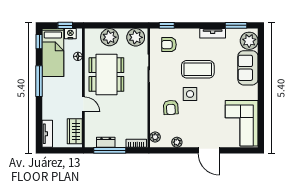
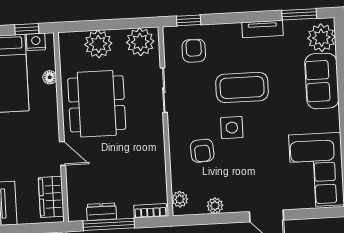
armchair: (169, 45) -> (194, 51), turned 90

